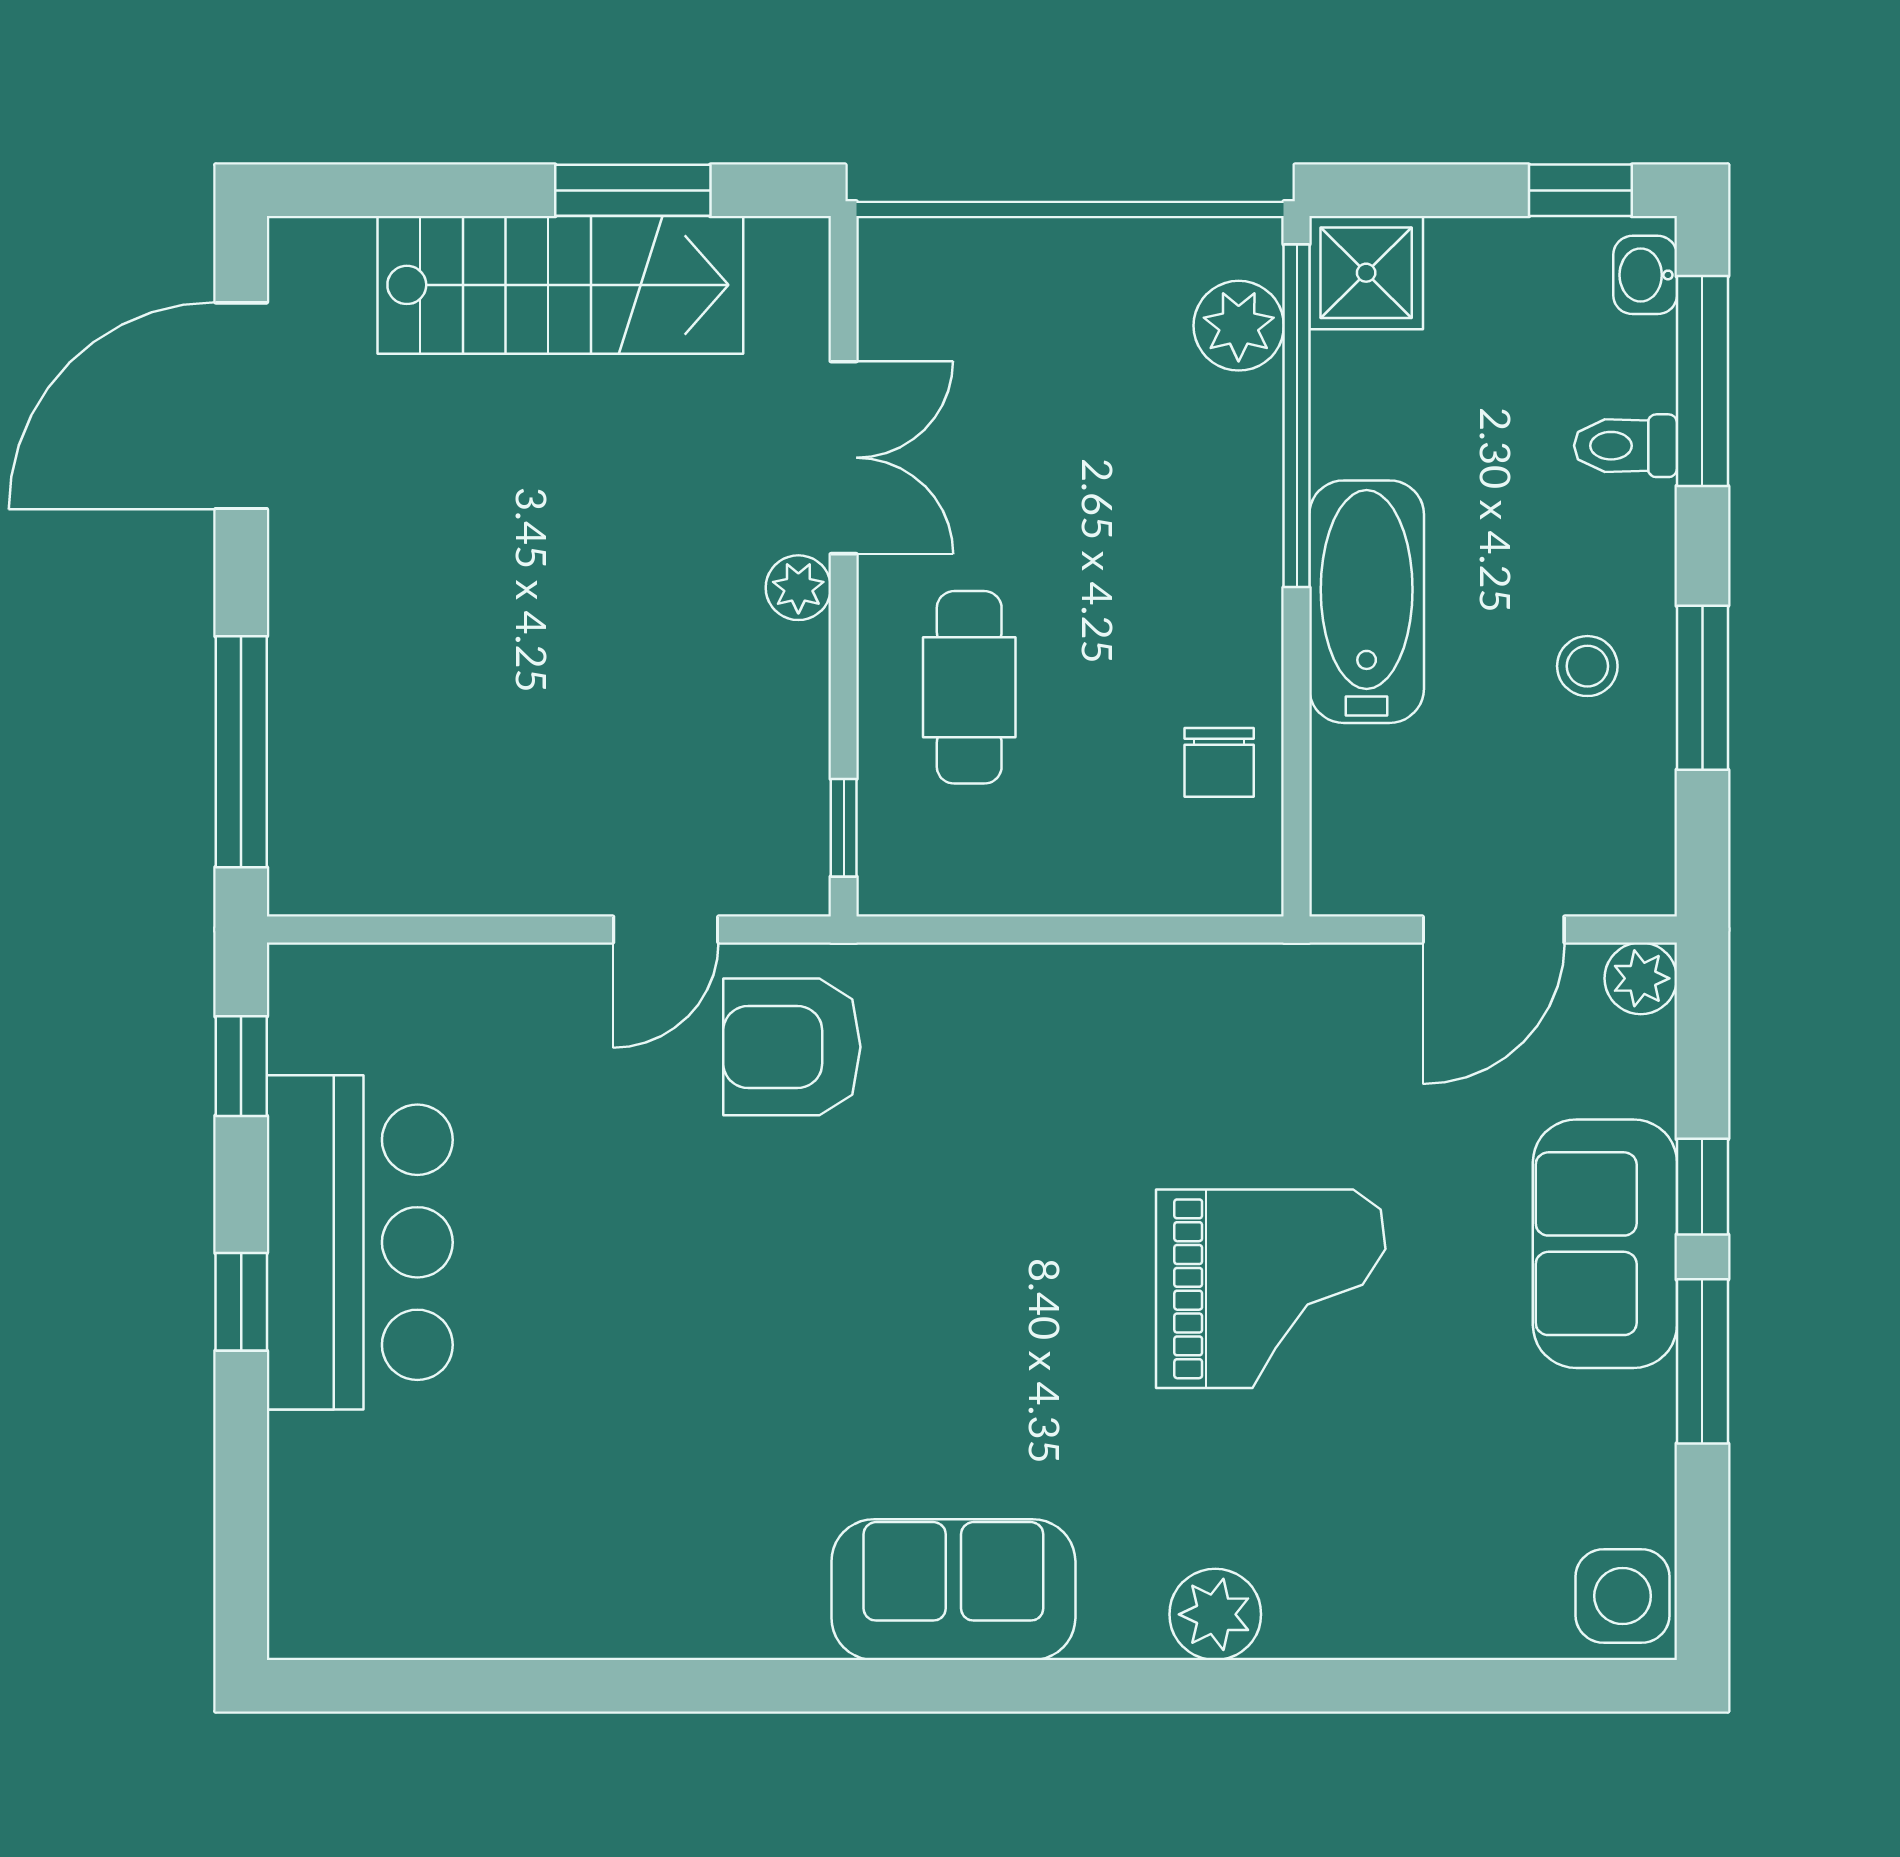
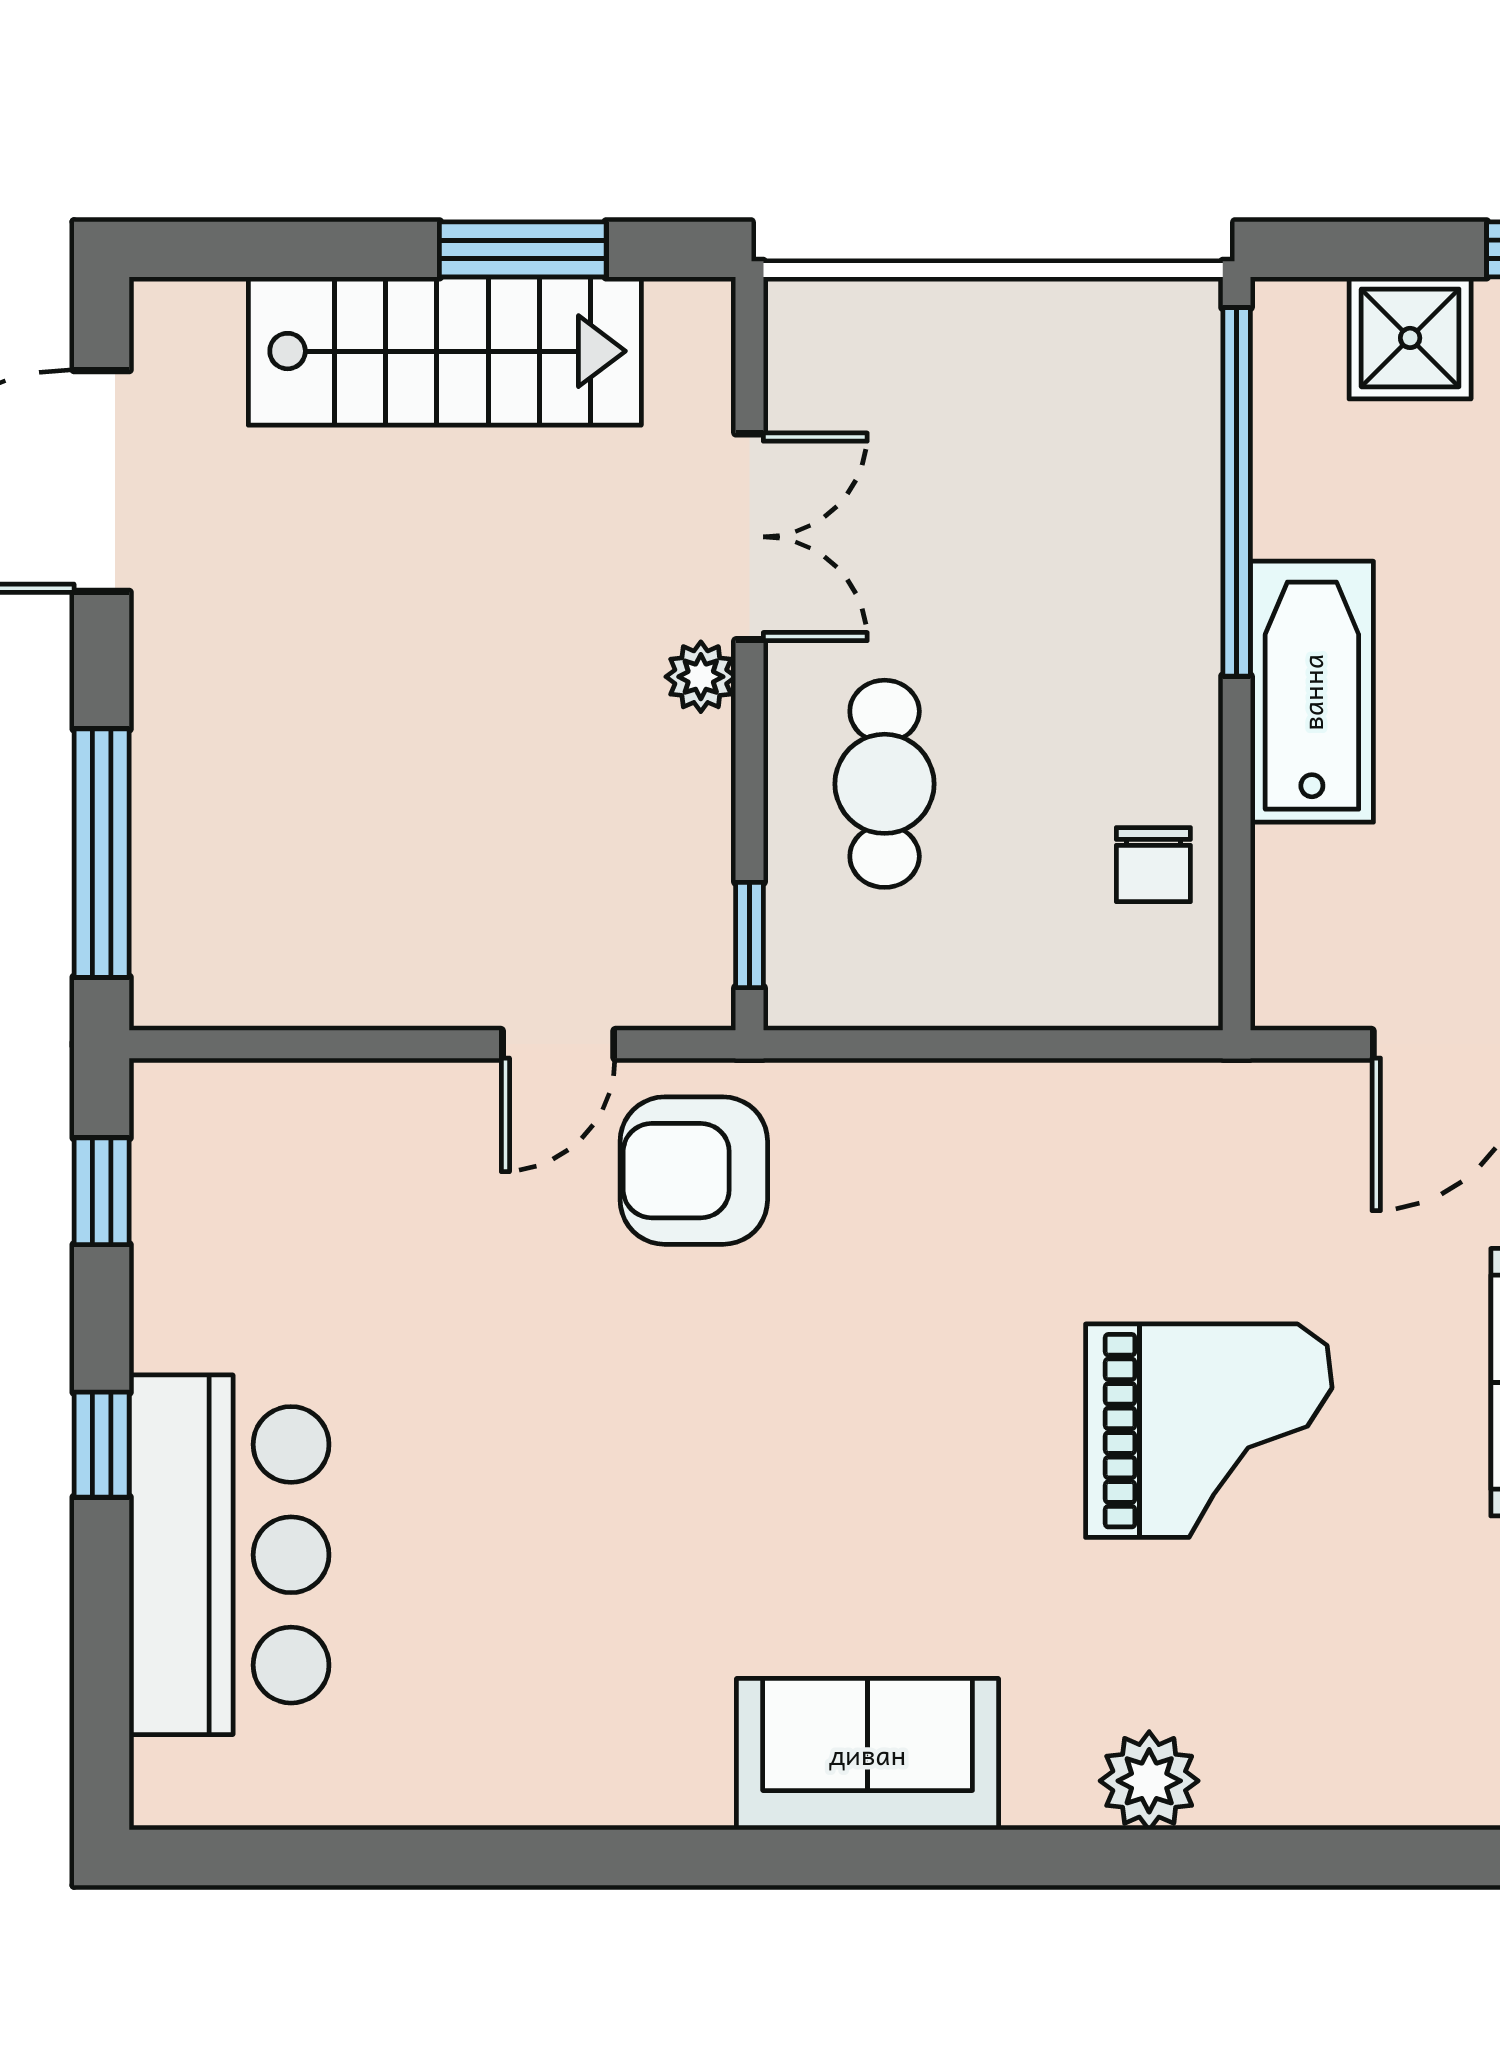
shower: (1366, 273) -> (1410, 338), moved
plant: (1239, 326) -> (1174, 395), removed
bar counter: (360, 1242) -> (229, 1555), moved

